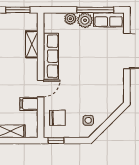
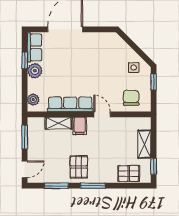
window: (95, 10) -> (25, 60), width x0.46
plant: (70, 19) -> (33, 100), moved
filing cabinet: (29, 104) -> (80, 126), moved
window: (56, 141) -> (154, 82), moved

